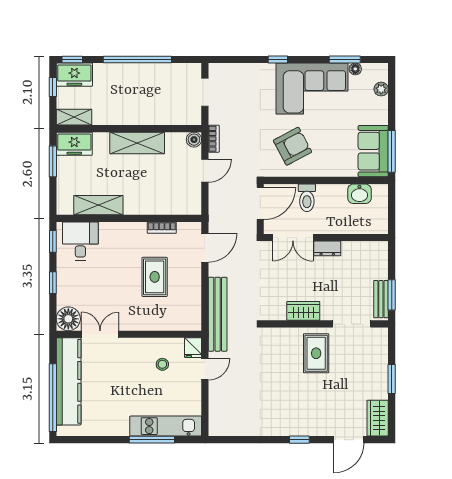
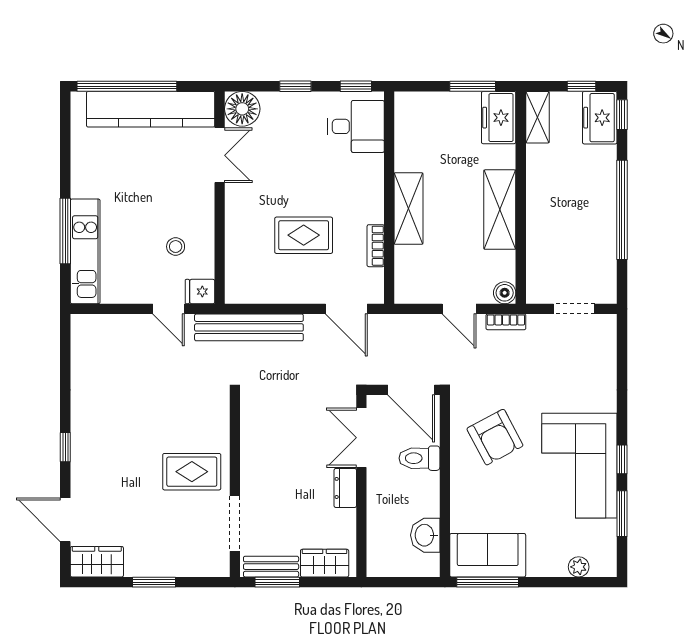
window: (278, 59) -> (622, 459), moved
floor lamp: (355, 69) -> (608, 529), removed
shelving: (98, 205) -> (409, 209), moved
wardrobe: (303, 311) -> (325, 563), moved, turned -90

